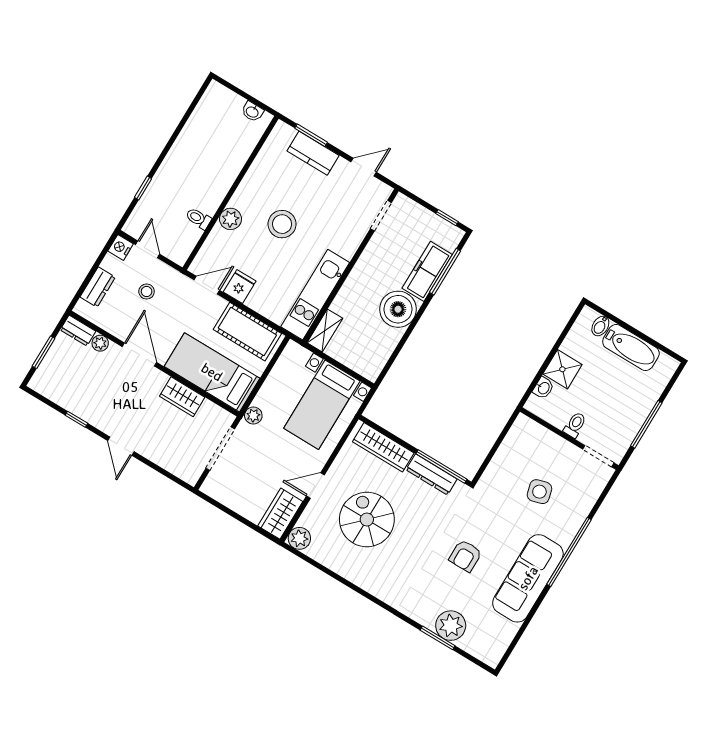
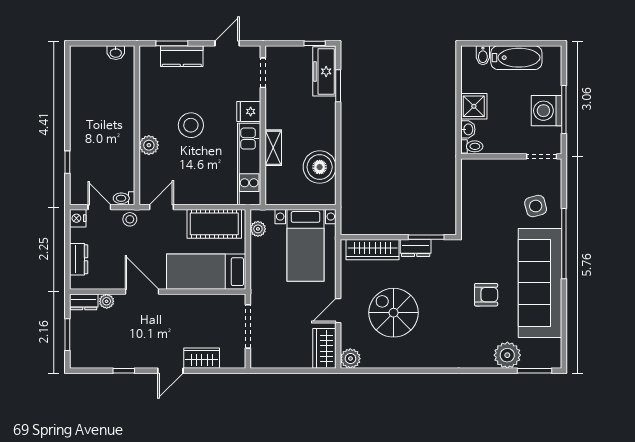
toilet: (198, 218) -> (124, 198), moved
freezer: (427, 271) -> (324, 71), moved
window: (445, 272) -> (338, 86), width x0.69
fridge: (240, 287) -> (249, 111), moved, turned -90
stool: (147, 291) -> (130, 219), moved
boiler: (398, 309) -> (320, 167), moved
shelving: (325, 330) -> (273, 148), moved
wardrobe: (182, 397) -> (202, 358), moved, turned 180
washing machine: (629, 415) -> (547, 111), added
plant: (253, 416) -> (258, 229), moved
toilet: (575, 425) -> (472, 146), moved, turned 90
door: (121, 446) -> (170, 371), hinge flipped
window: (441, 466) -> (426, 237), width x0.69
dresser: (431, 474) -> (416, 248), width x0.70
side table: (539, 492) -> (536, 206), moved
armchair: (465, 556) -> (486, 295), turned -90
sofa: (528, 578) -> (540, 283), width x1.36, depth x1.27
window: (438, 638) -> (535, 371), moved

